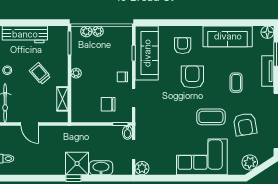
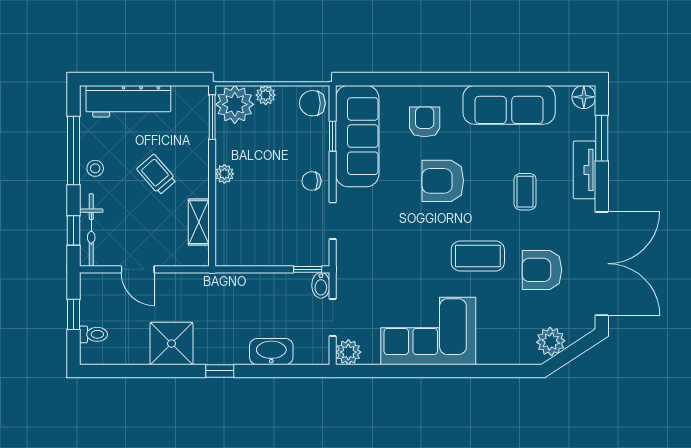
plant: (86, 31) -> (235, 104), width x1.87, depth x1.87
armchair: (192, 77) -> (443, 181), turned -90
chair: (108, 104) -> (312, 103), moved
armchair: (245, 124) -> (542, 270), turned 99
corner sofa: (202, 157) -> (428, 331), moved
shower: (77, 164) -> (171, 344), moved

